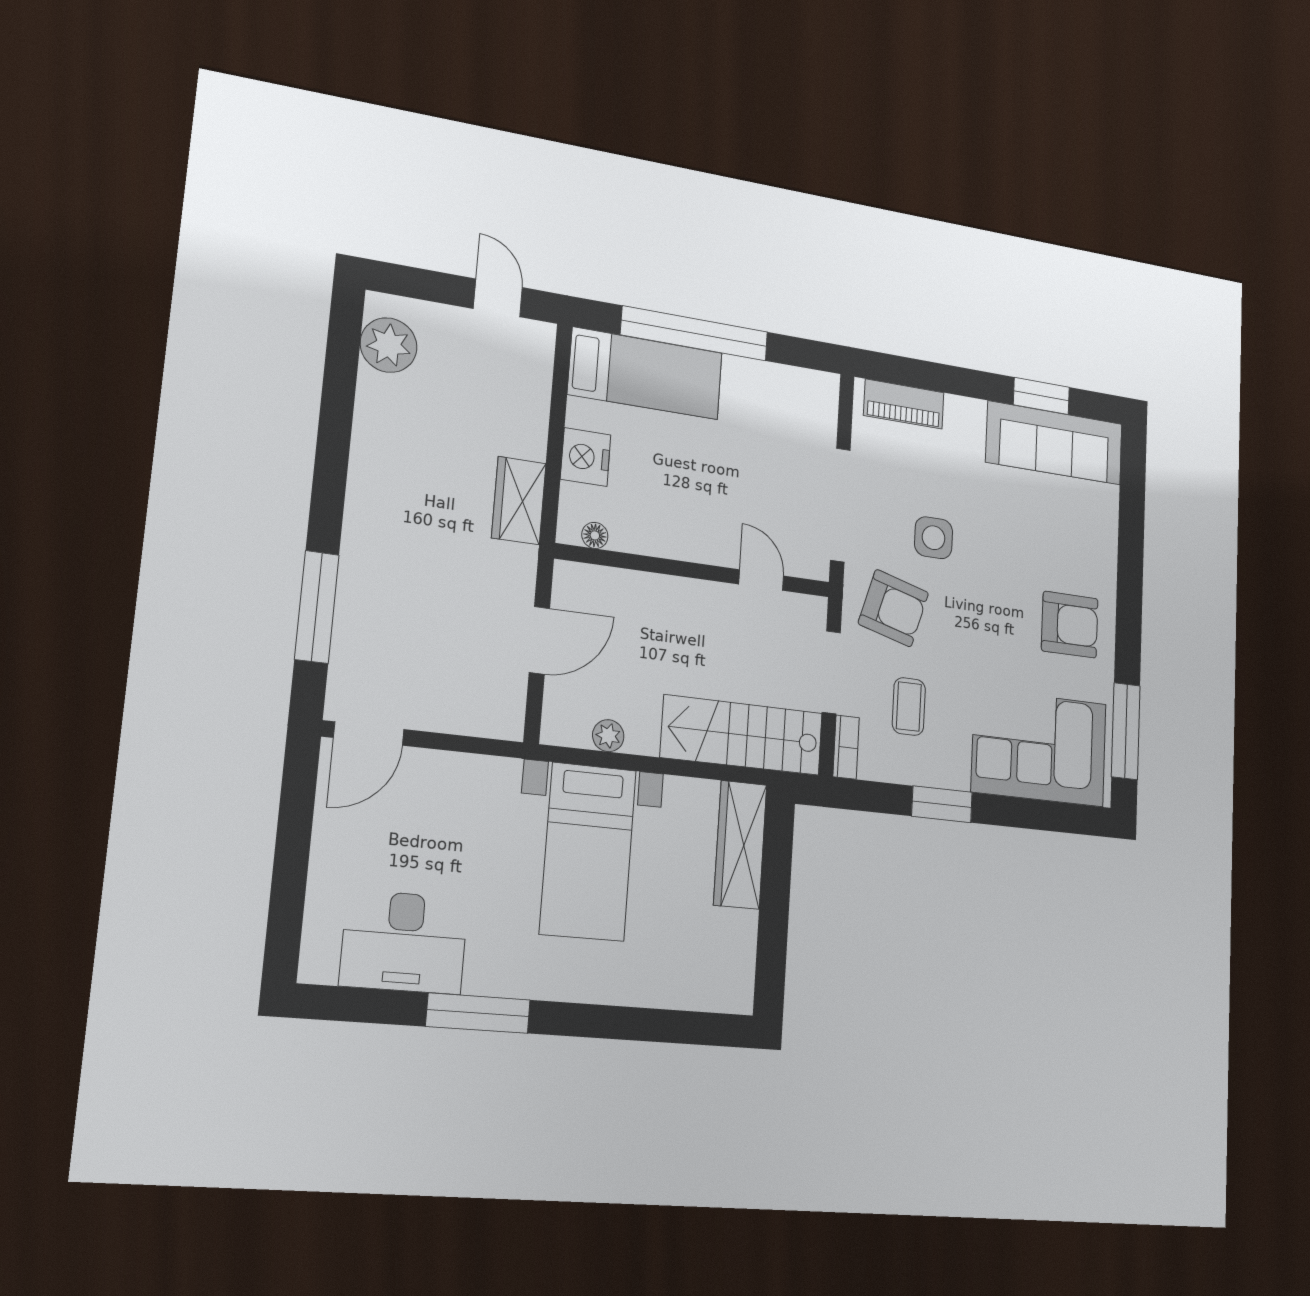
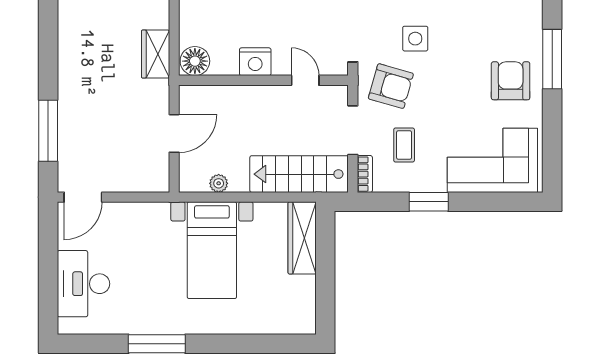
nightstand: (586, 457) -> (255, 62), moved, turned -90
floor lamp: (595, 535) -> (195, 61), width x1.89, depth x1.89
armchair: (1070, 625) -> (511, 81), turned -90
window: (1126, 731) -> (552, 59), moved
desk: (404, 942) -> (83, 284), moved, turned 90

